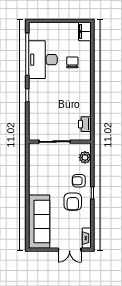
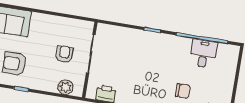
desk: (43, 60) -> (203, 54), width x0.53, depth x0.77
armchair: (79, 181) -> (64, 54), moved

